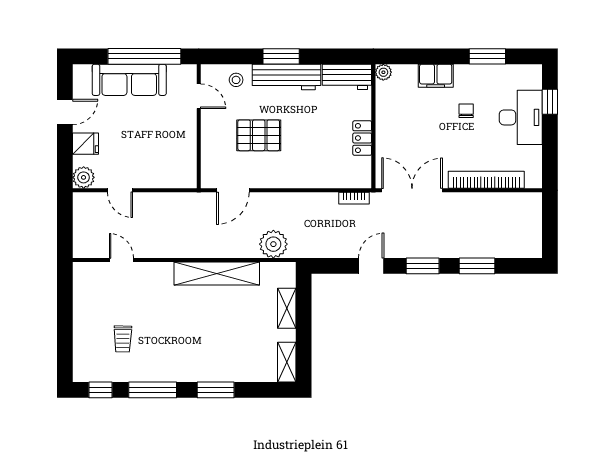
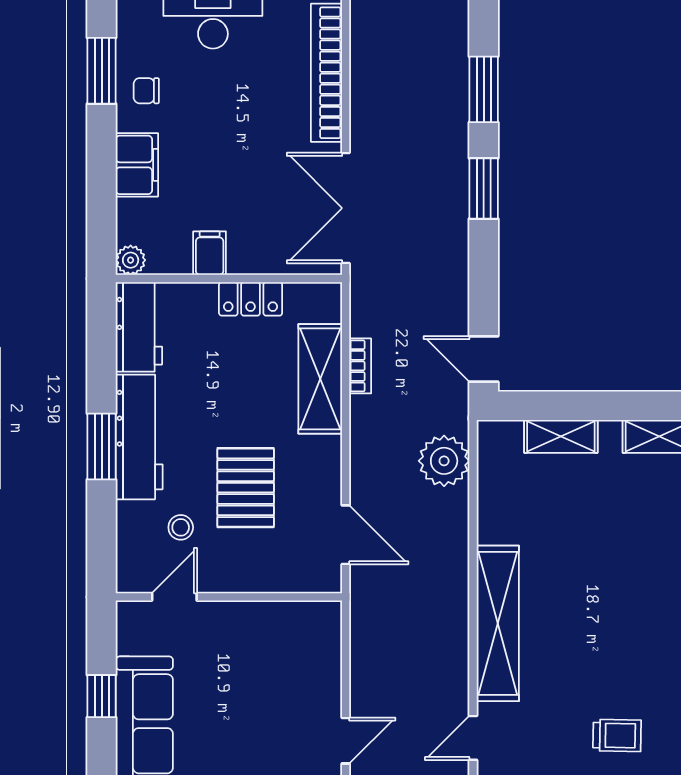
window: (144, 56) -> (102, 696), width x0.32
stool: (236, 80) -> (181, 527), moved
chair: (466, 111) -> (146, 91), moved
filing cabinet: (387, 116) -> (210, 253), added
shelving: (318, 176) -> (320, 379), added
bookcase: (354, 198) -> (360, 366), moved
door: (371, 266) -> (484, 359), moved
shelving: (217, 274) -> (498, 623), moved

